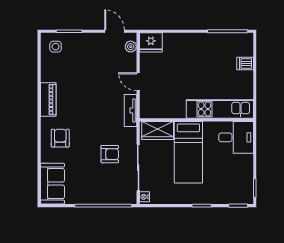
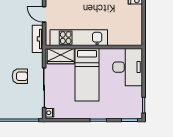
kitchen unit: (220, 109) -> (79, 38), moved
desk: (236, 137) -> (128, 67), width x1.37

